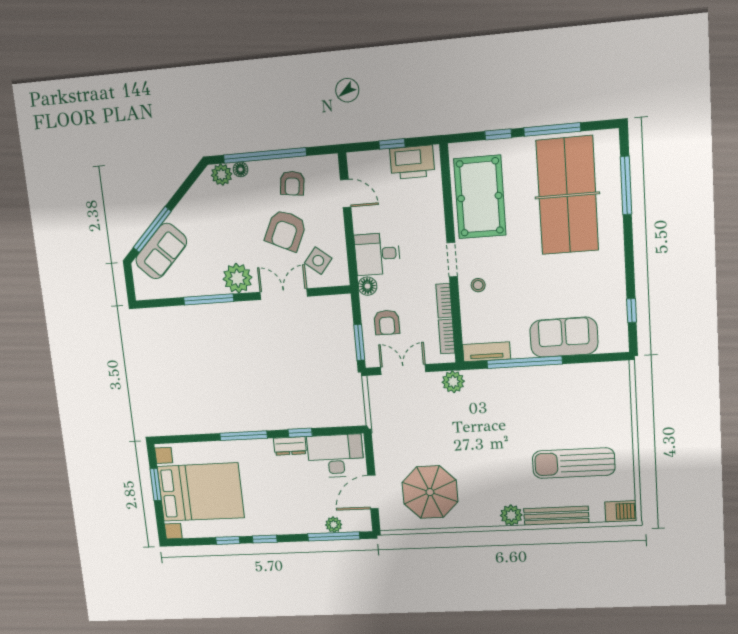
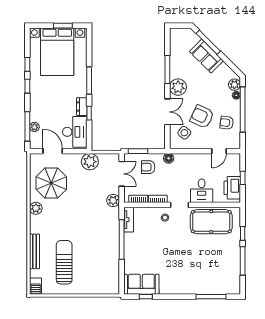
table tennis table: (567, 195) -> (208, 267), removed
sofa: (161, 251) -> (206, 56), moved
desk: (377, 254) -> (202, 191), moved, turned 180
sofa: (564, 337) -> (141, 284), moved, turned -90
plant: (386, 427) -> (90, 162), added
plant: (511, 515) -> (36, 208), moved

